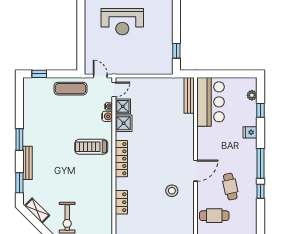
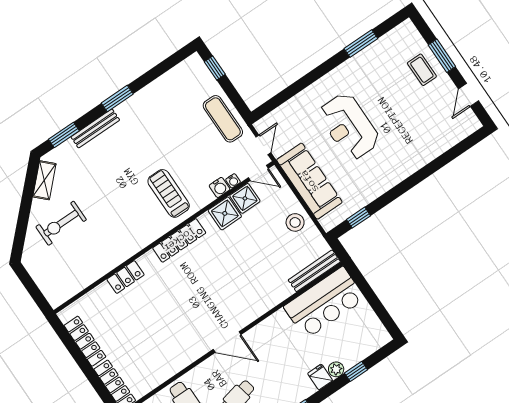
sofa: (138, 64) -> (309, 181), added
plant: (252, 95) -> (336, 369), moved
stool: (172, 191) -> (295, 222), moved

